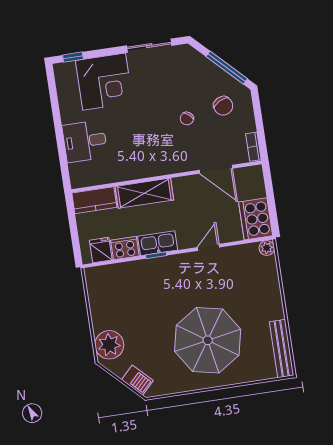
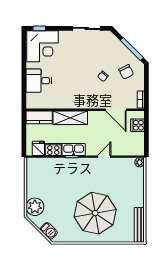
corner desk: (104, 82) -> (43, 46), moved
cooker: (256, 219) -> (138, 125), moved, width x0.53, depth x0.76

